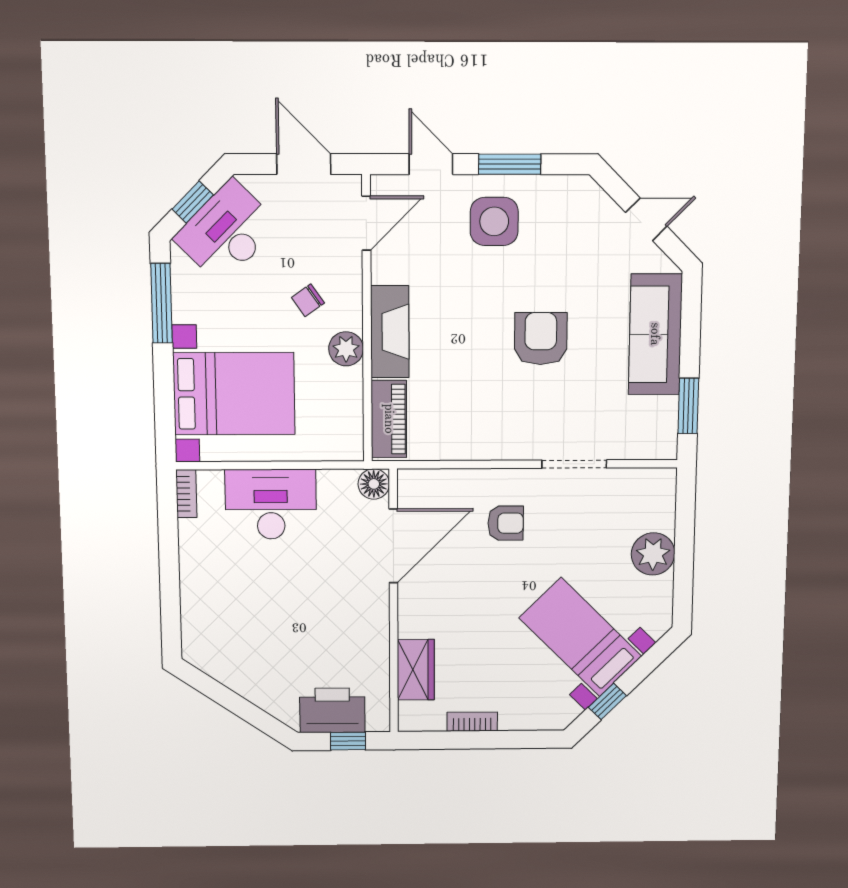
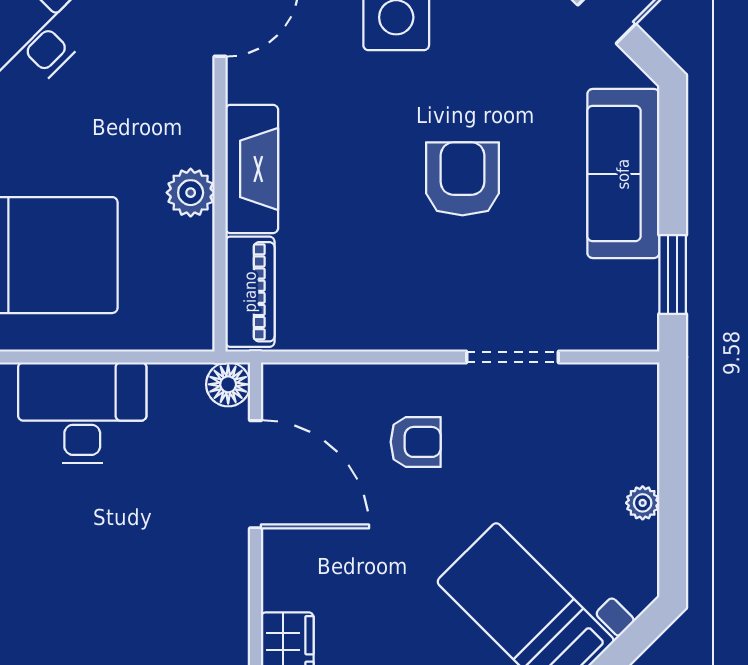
chair: (308, 300) -> (138, 125), removed
door: (393, 546) -> (256, 474), hinge flipped
plant: (653, 554) -> (643, 503), width x0.53, depth x0.53

